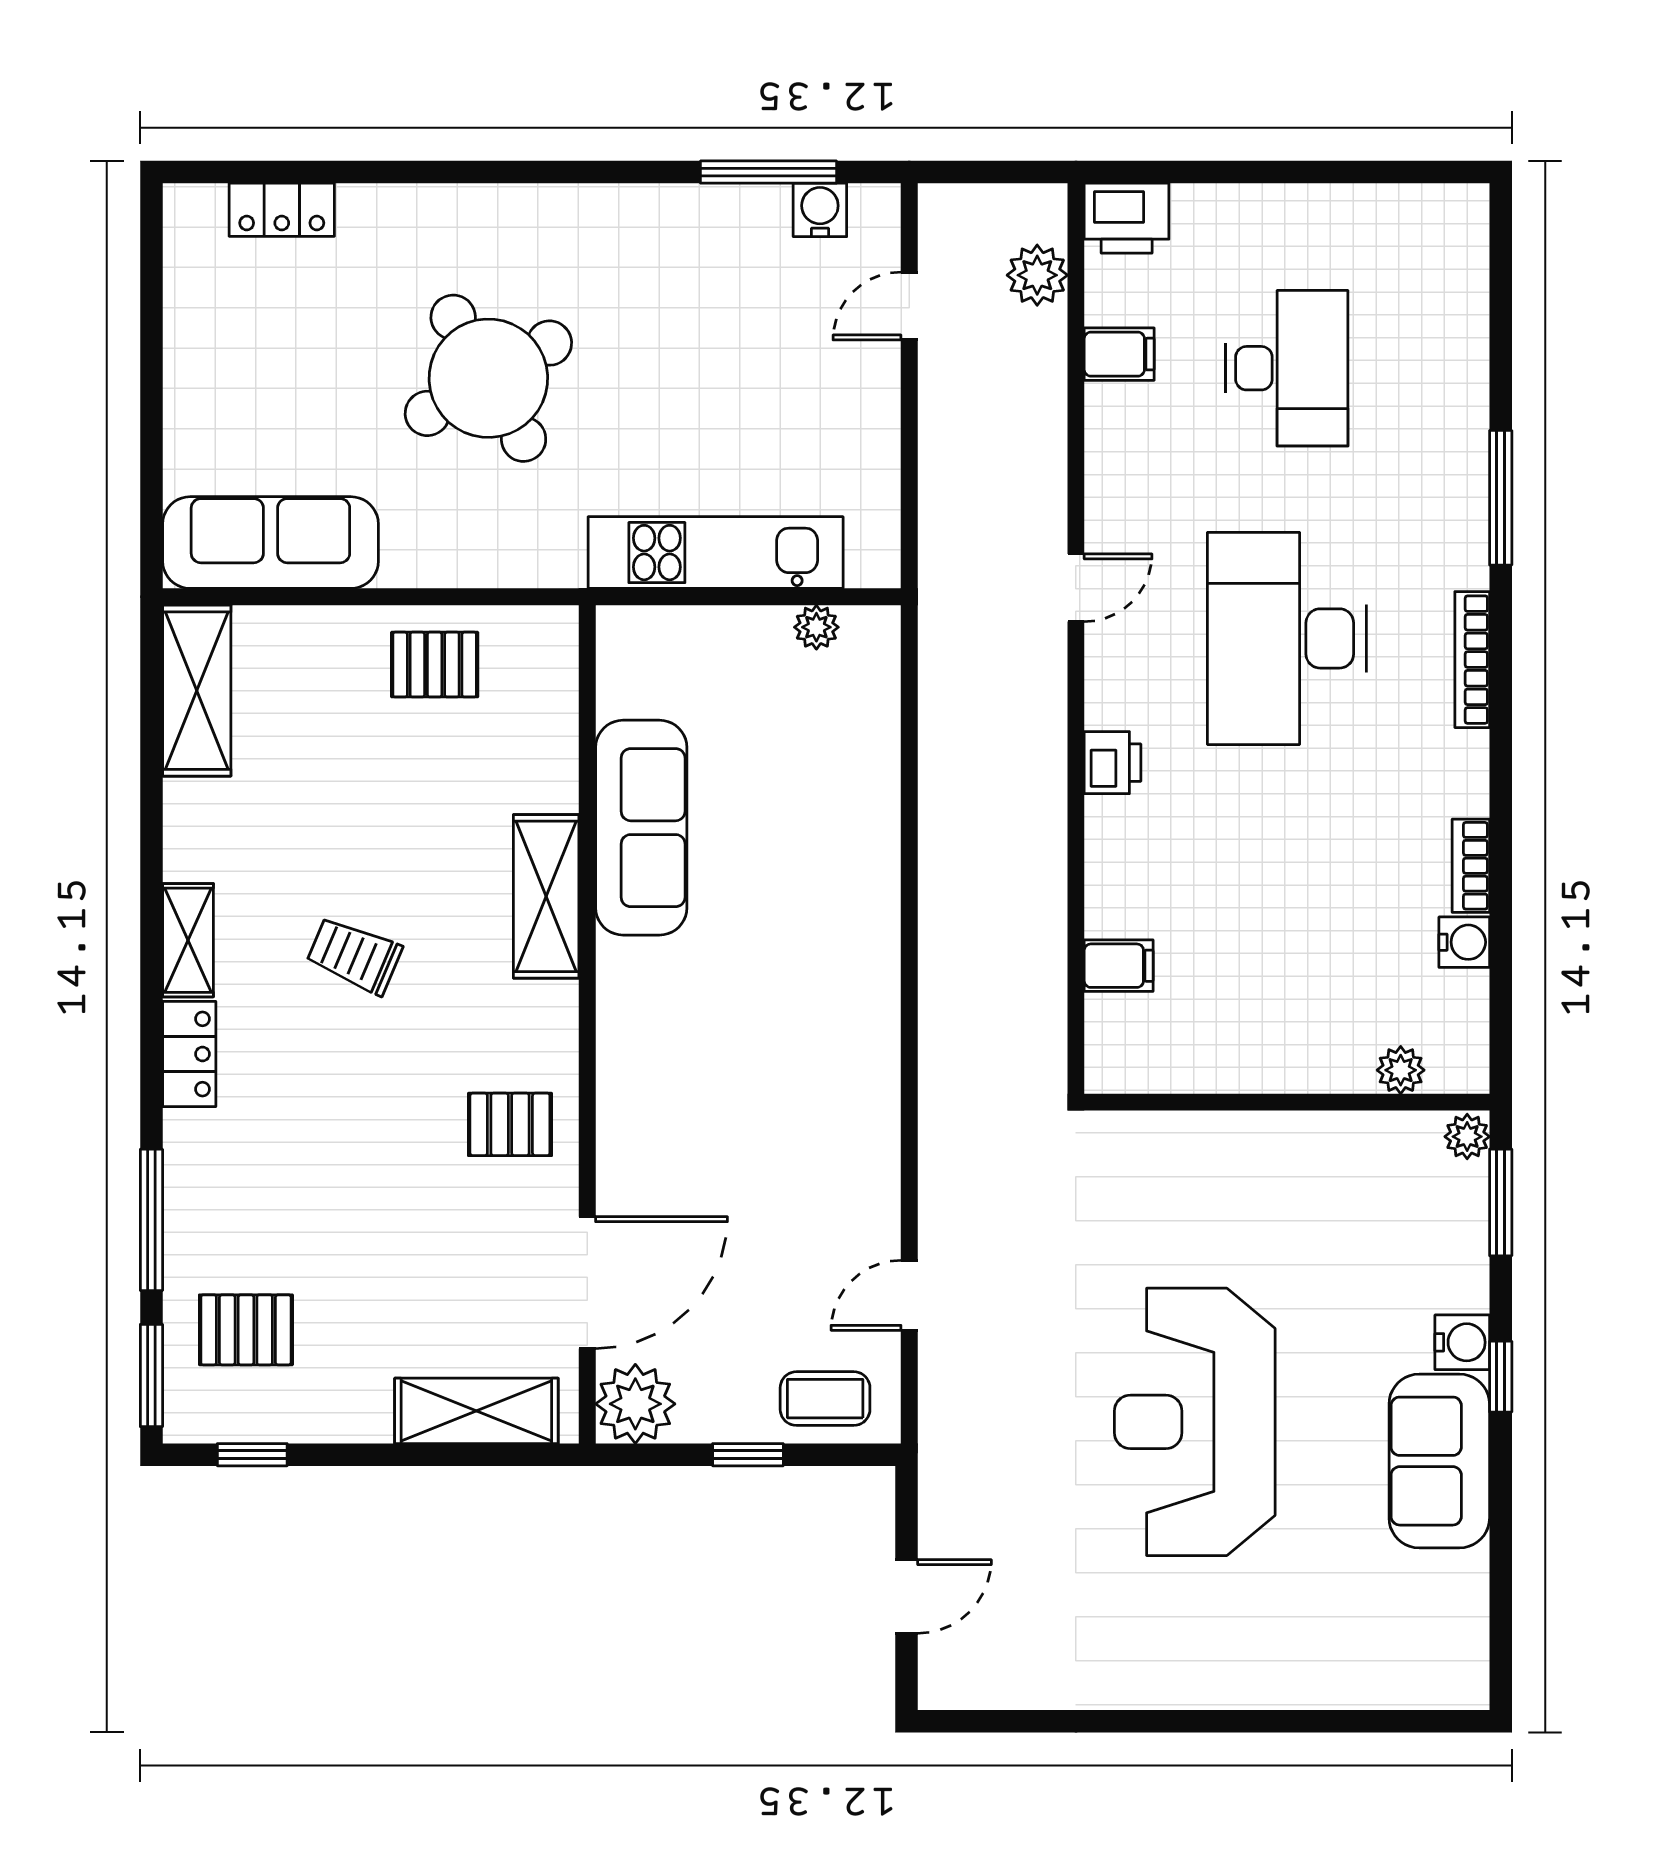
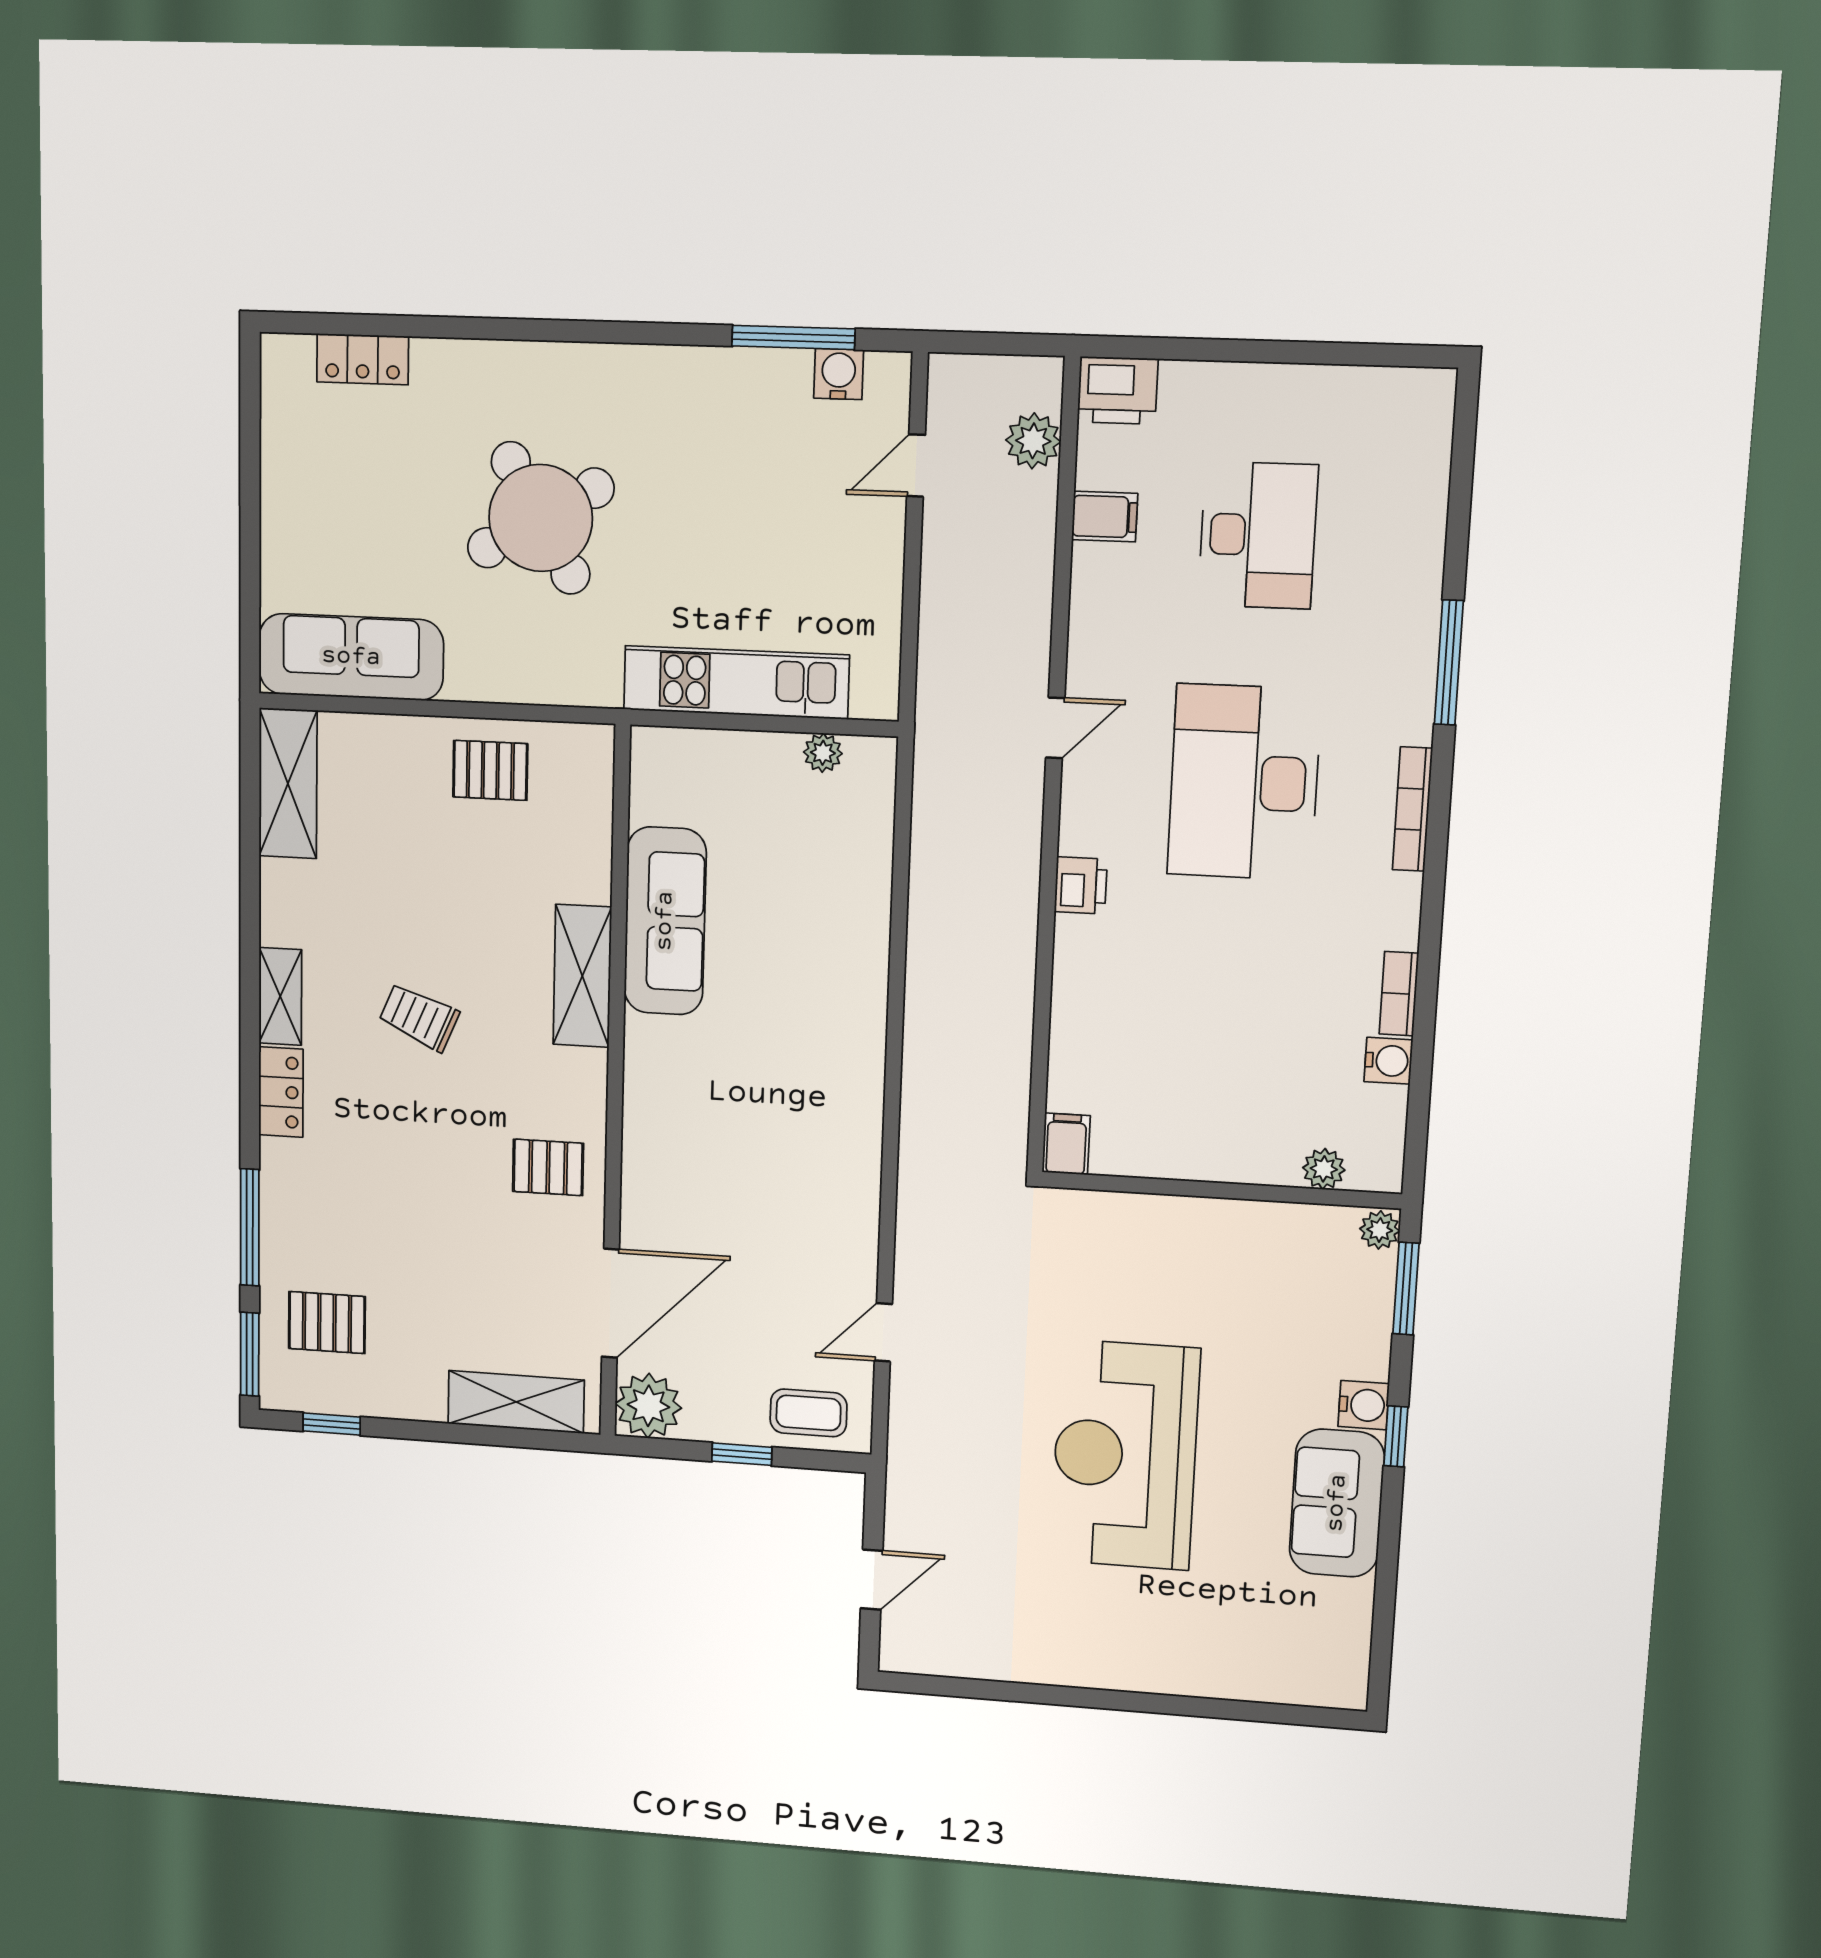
filing cabinet: (1119, 966) -> (1066, 1144), moved, turned -90

